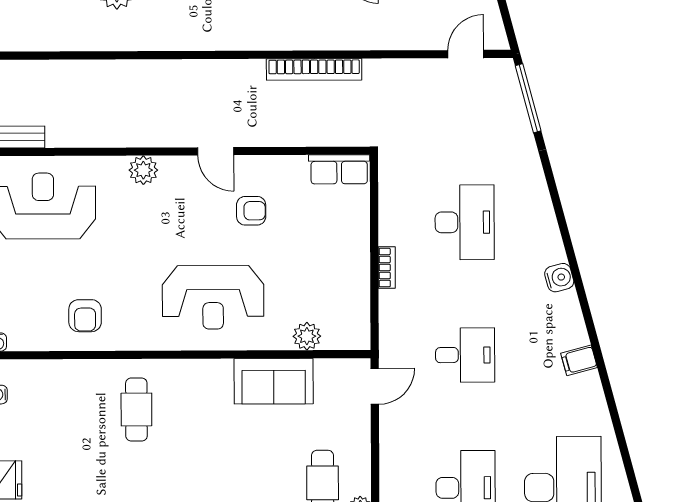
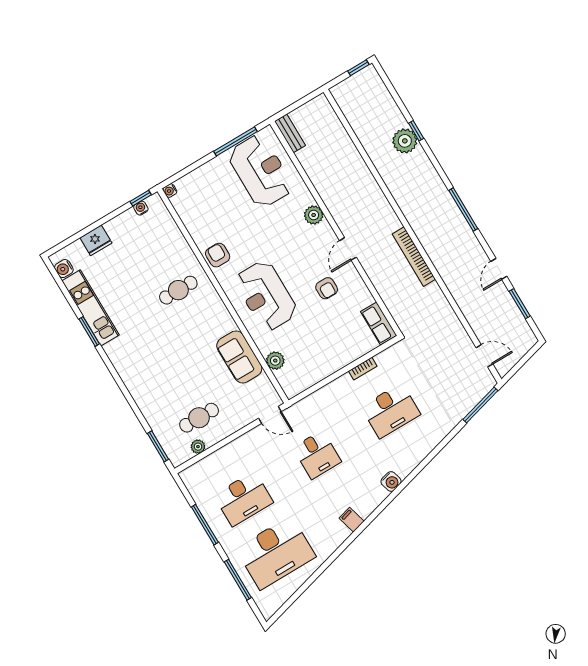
bookcase: (314, 69) -> (414, 257), moved
bookcase: (387, 268) -> (363, 369), moved
armchair: (85, 316) -> (218, 255), moved, turned 90

